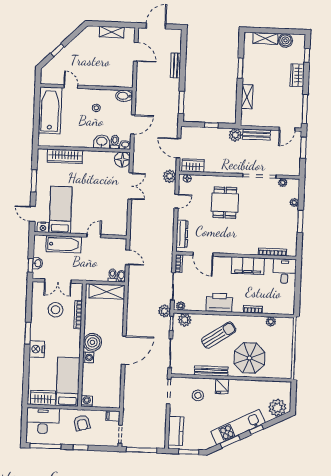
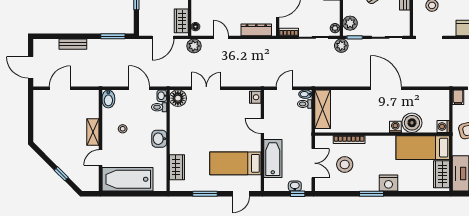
shelving: (112, 32) -> (93, 132), moved
washbasin: (102, 142) -> (159, 139), moved
wardrobe: (65, 156) -> (177, 167), width x0.67
nightstand: (43, 227) -> (255, 97), moved
boiler: (92, 342) -> (412, 123), moved

